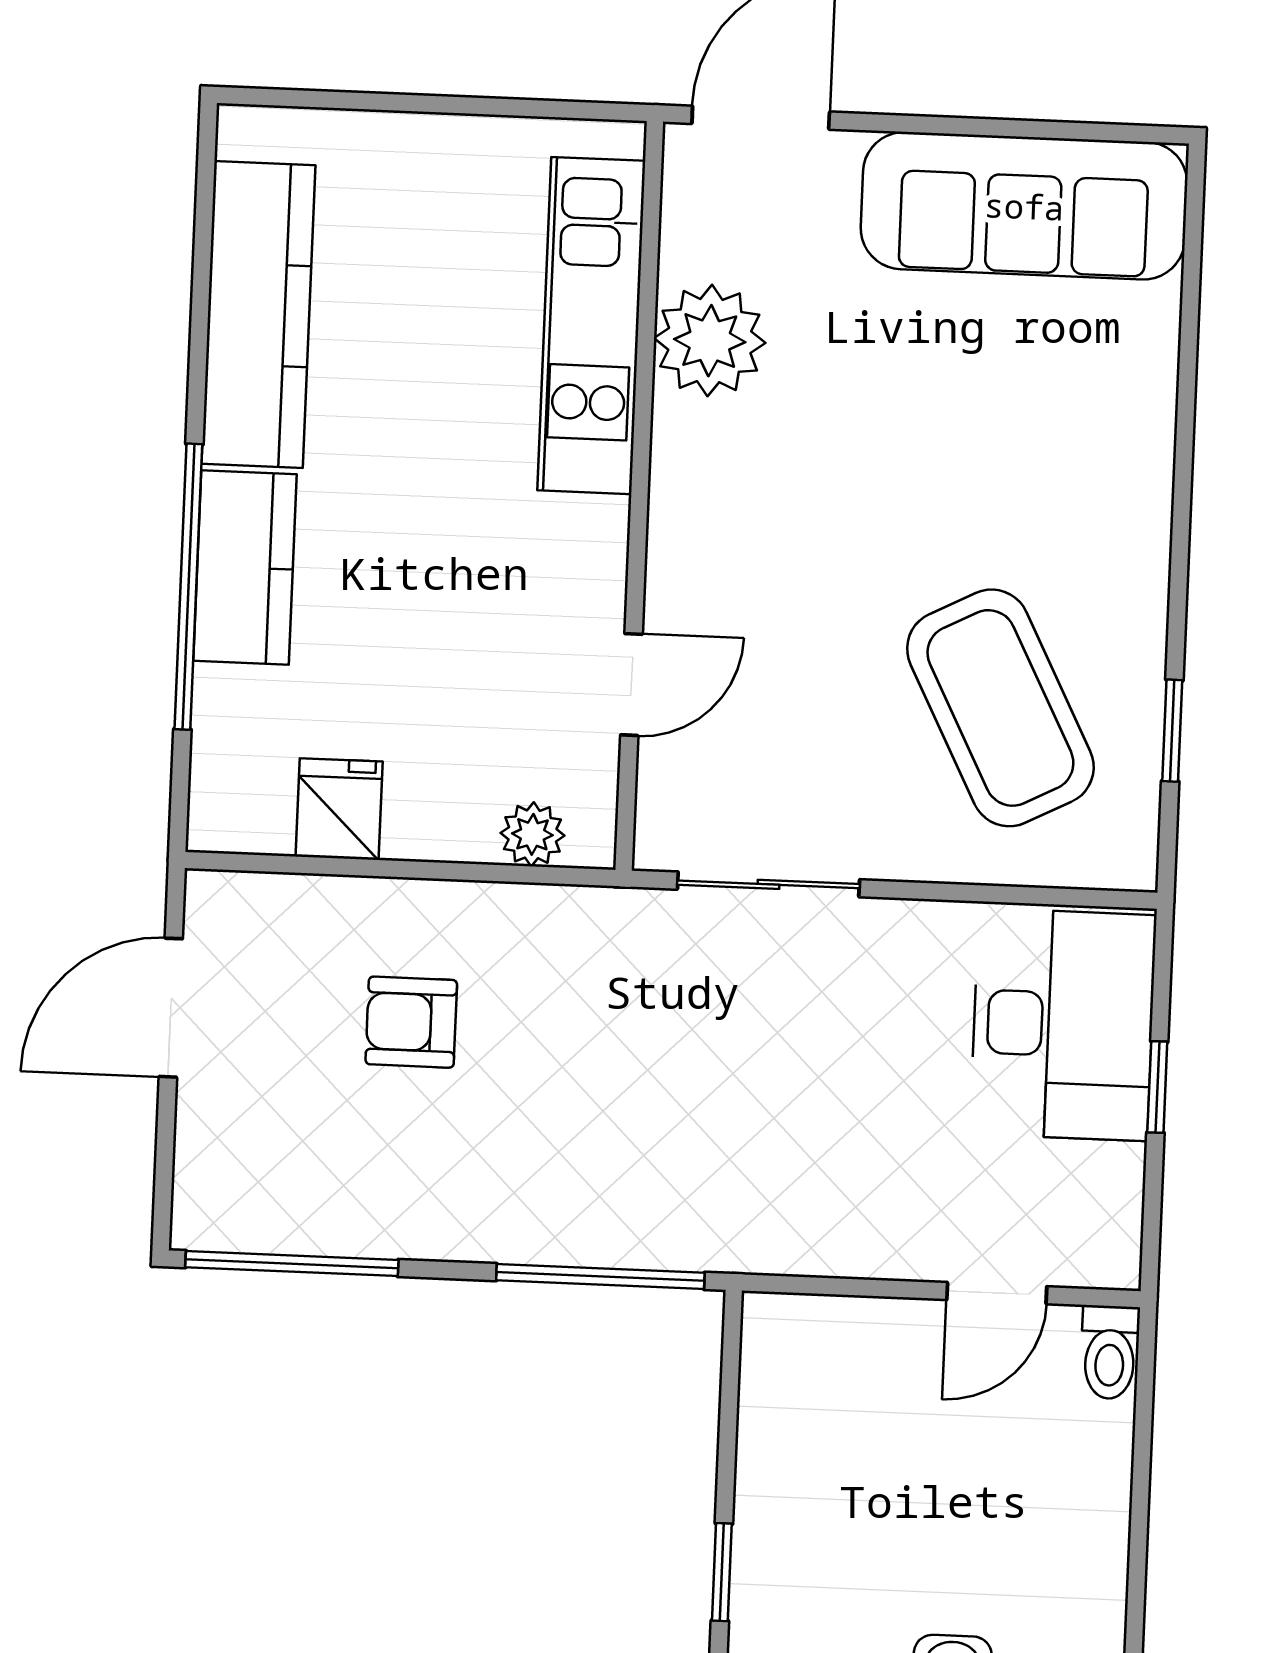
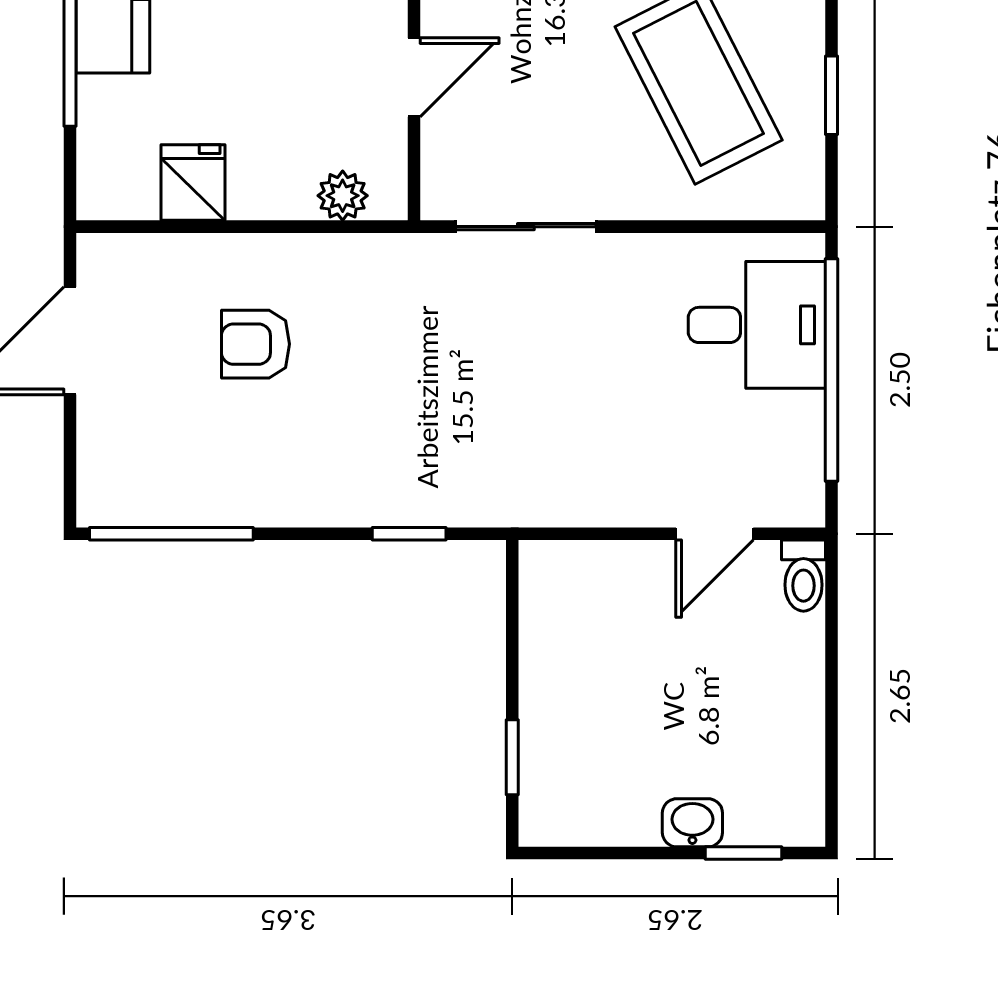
desk: (1063, 1024) -> (757, 325), width x0.73
window: (1157, 1087) -> (832, 370), width x3.17
window: (600, 1277) -> (409, 534), width x0.46

